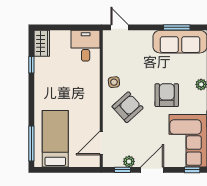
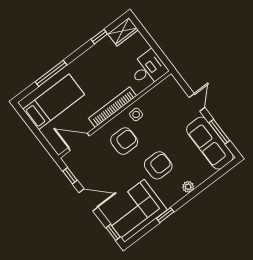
door: (119, 27) -> (197, 102), moved
bookcase: (94, 96) -> (112, 107), added
armchair: (128, 107) -> (124, 141), turned -48
window: (31, 144) -> (51, 73), moved
plant: (129, 161) -> (81, 176), removed

